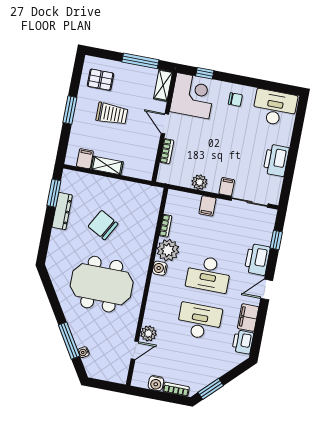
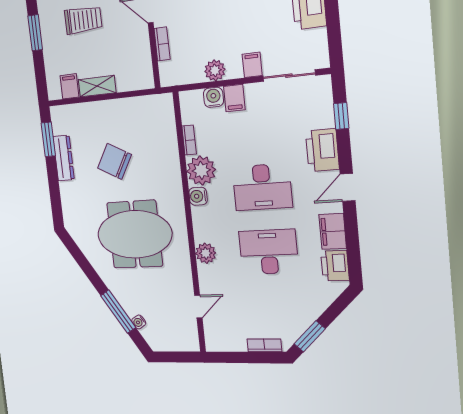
plant: (148, 333) -> (206, 253), moved
water cooler: (156, 383) -> (213, 97), moved, turned 180

